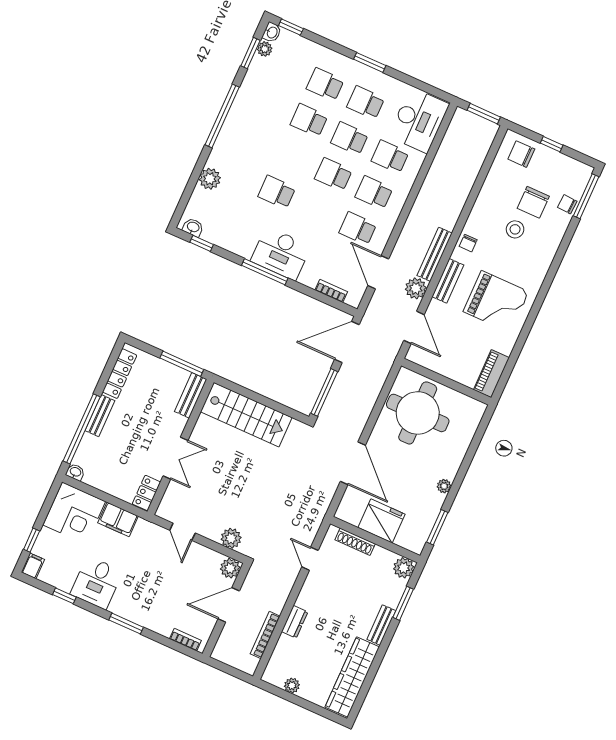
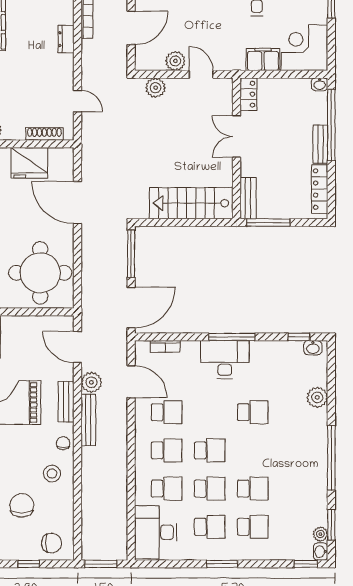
stool: (515, 229) -> (52, 474), moved
plant: (230, 568) -> (175, 61), moved

